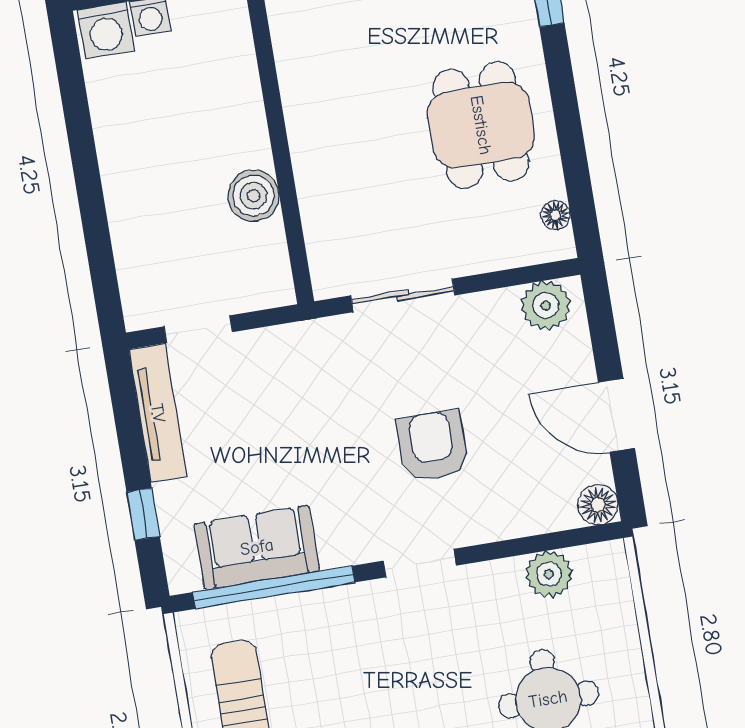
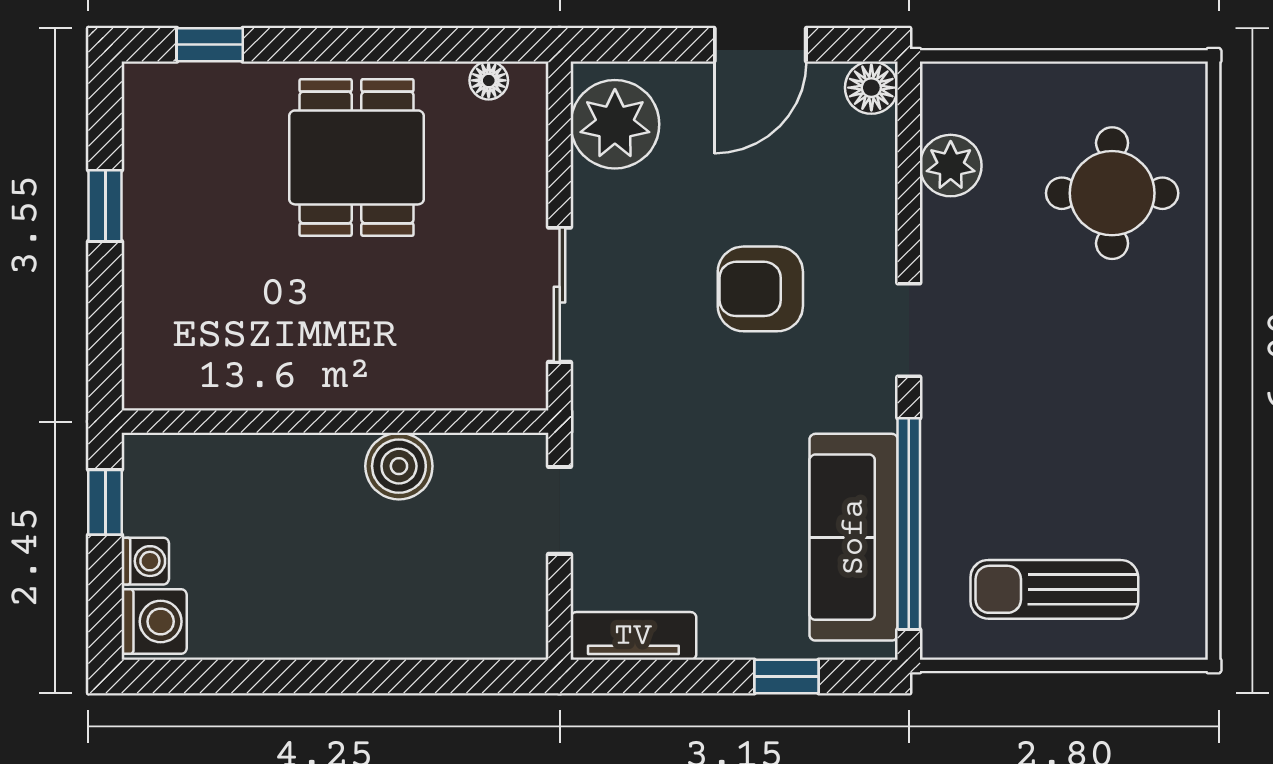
dining table: (481, 125) -> (357, 157), turned 90
plant: (546, 305) -> (615, 124), width x1.36, depth x1.36
doorway: (198, 329) -> (560, 510), moved
tv unit: (158, 413) -> (633, 636), width x0.71
sofa: (257, 547) -> (854, 537), width x1.36

